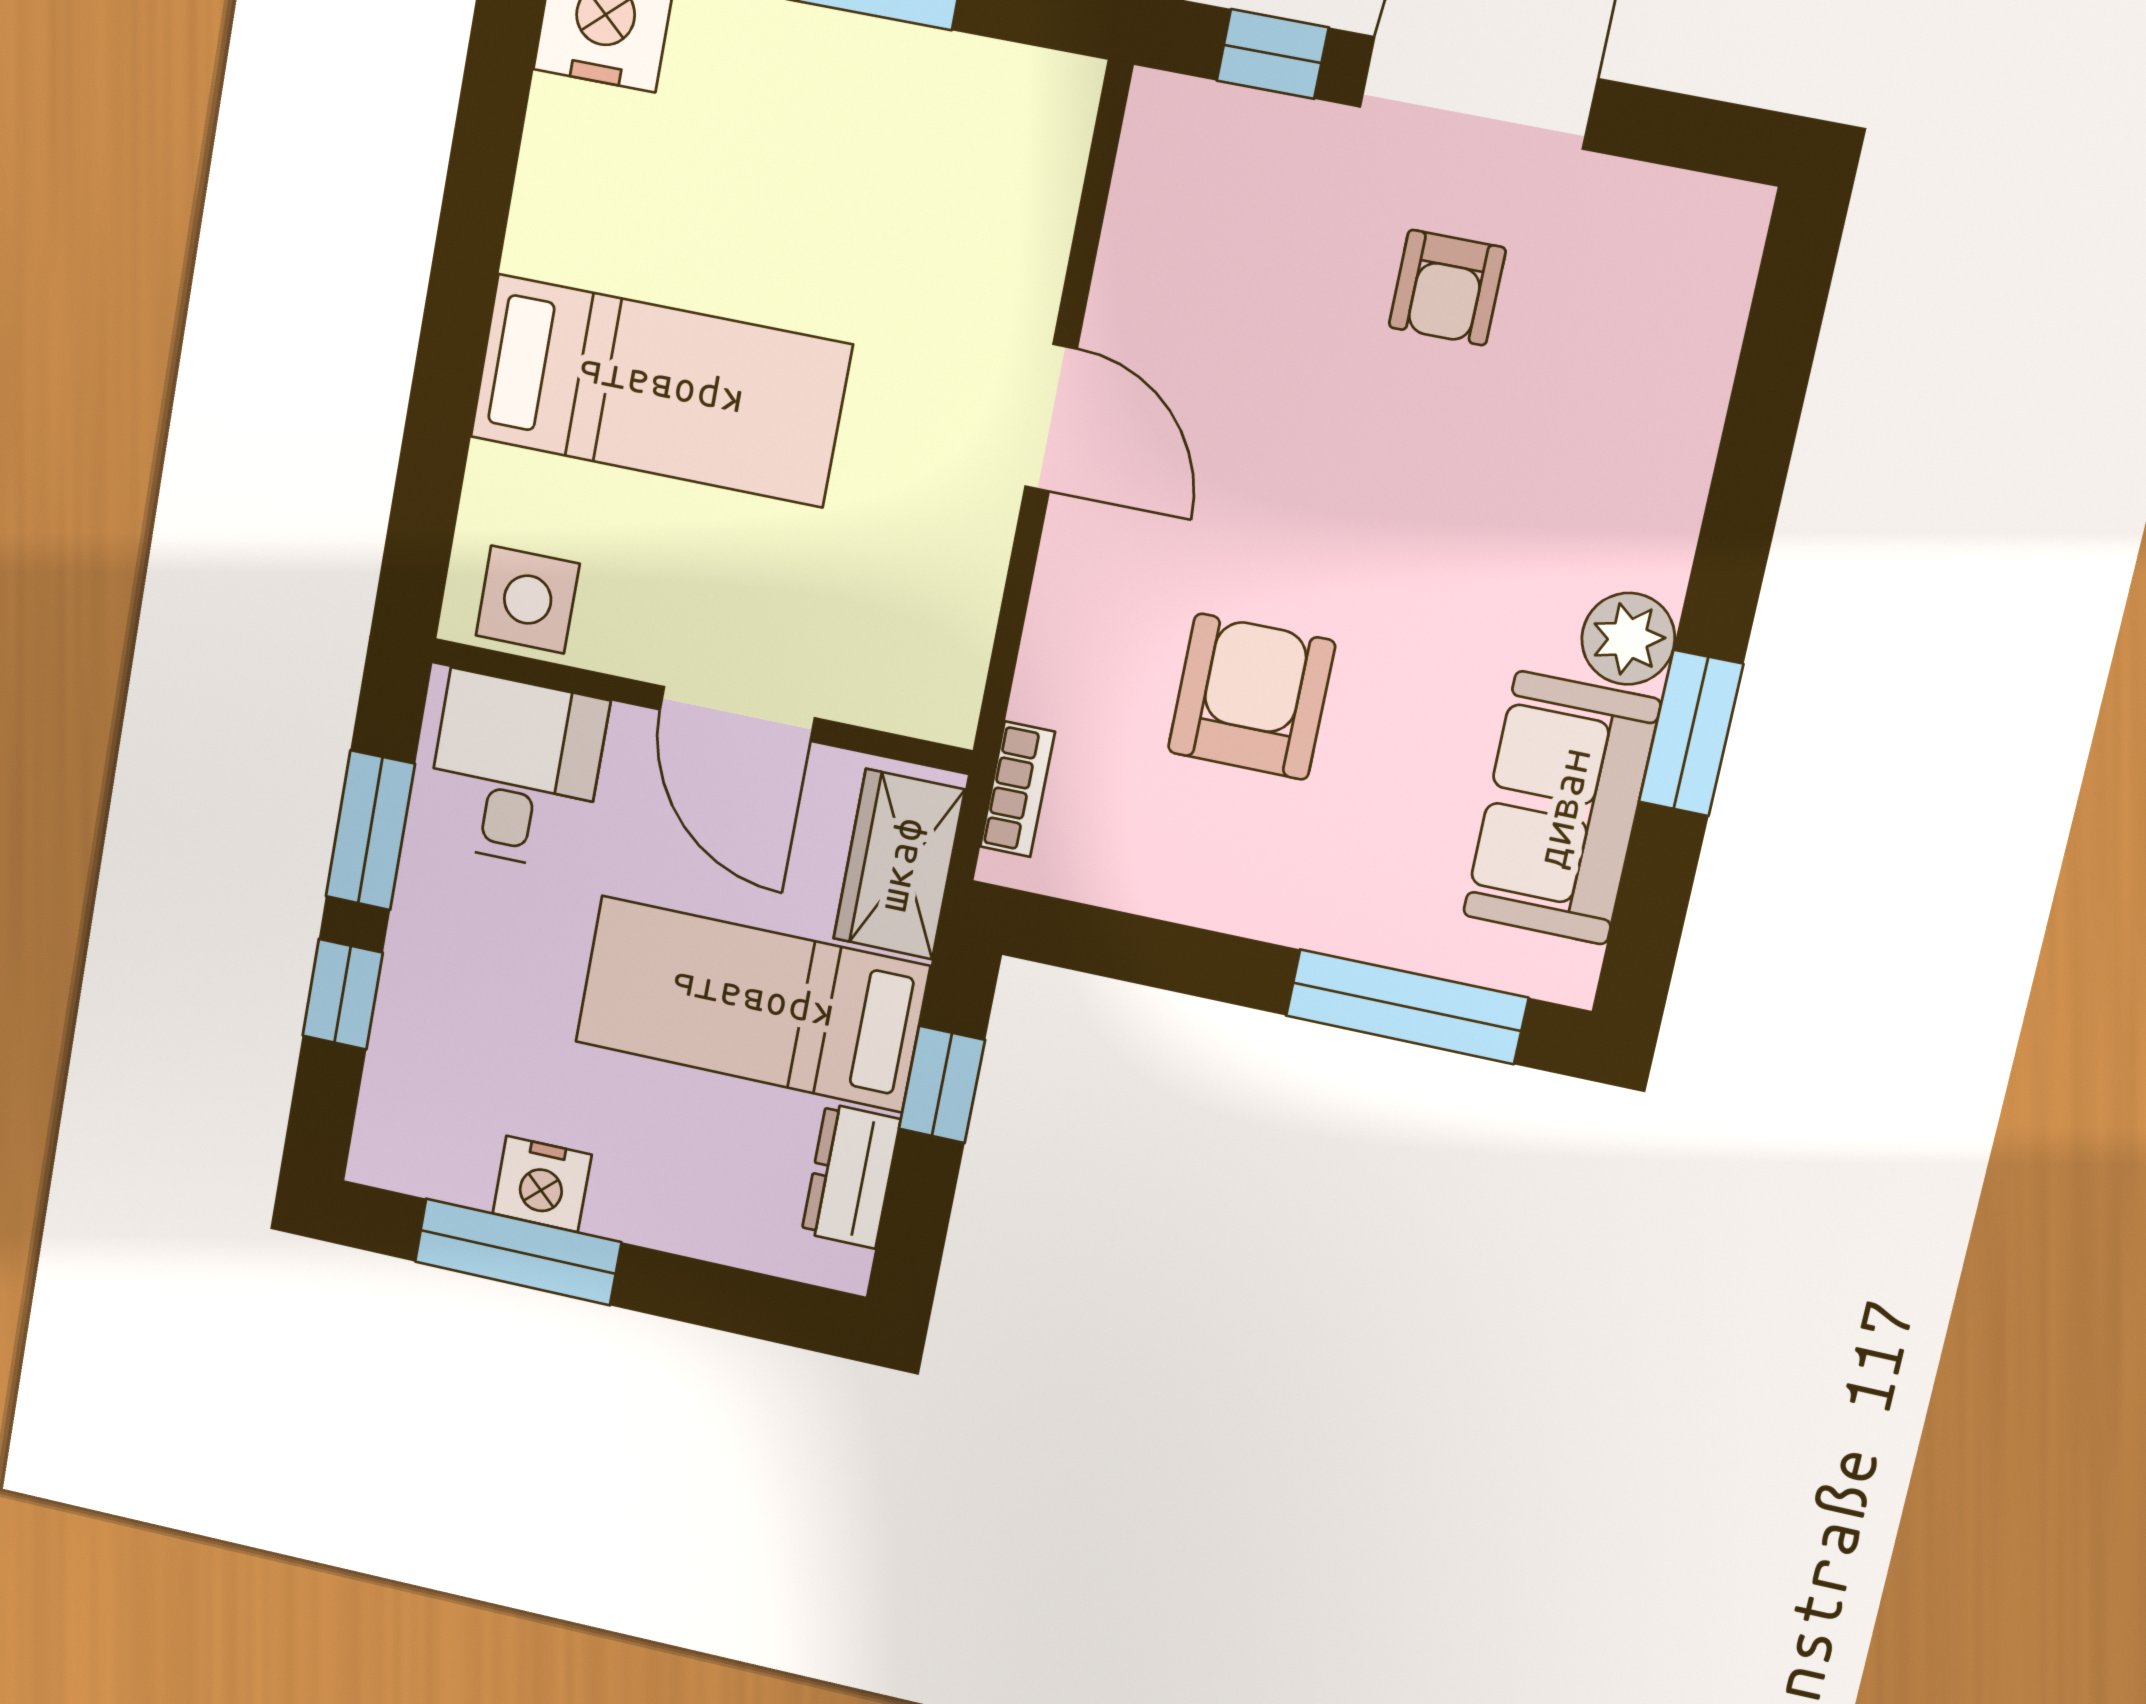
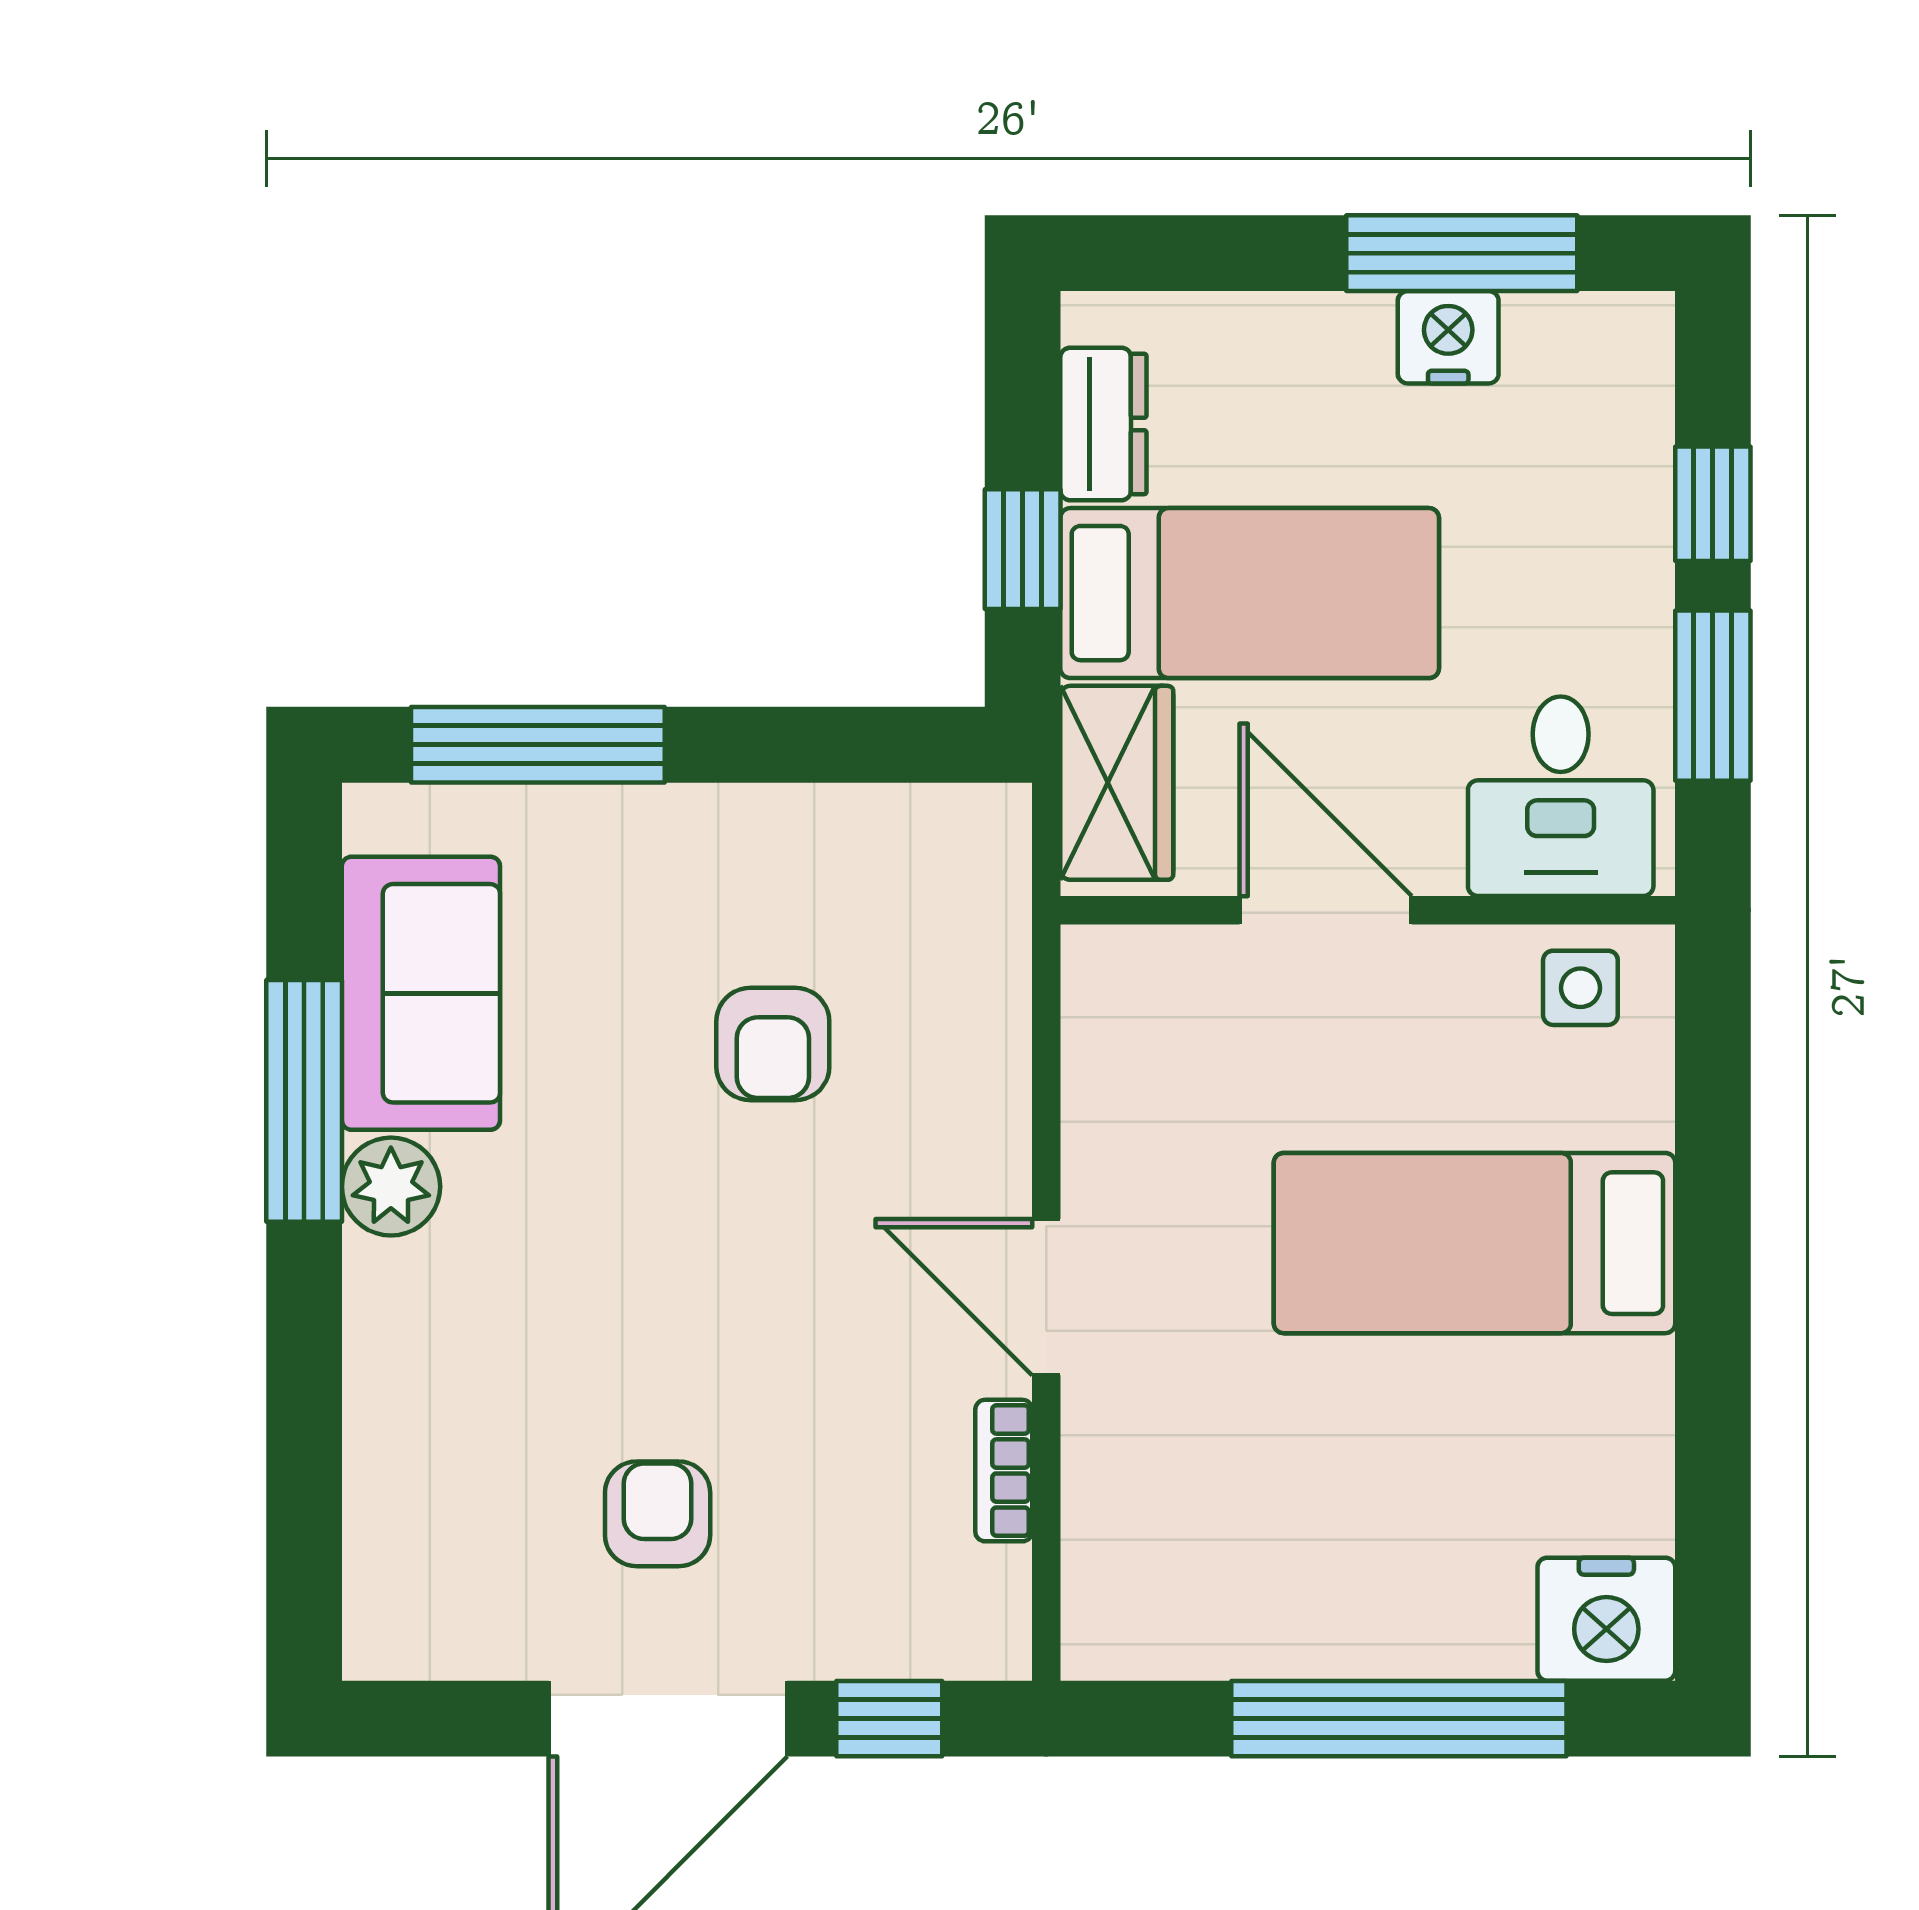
side table: (528, 600) -> (1580, 988), width x0.73, depth x0.73
armchair: (1251, 697) -> (773, 1044), width x0.72, depth x0.72
window: (1691, 733) -> (304, 1101), width x1.44
bookcase: (1018, 789) -> (1004, 1471), moved

